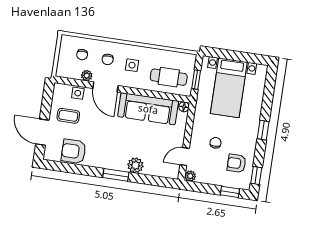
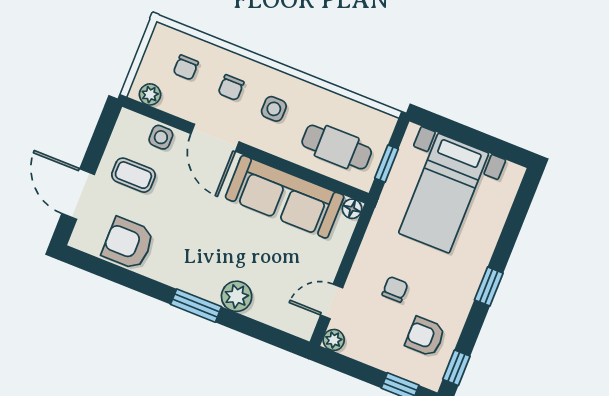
plant: (87, 76) -> (150, 94), moved

